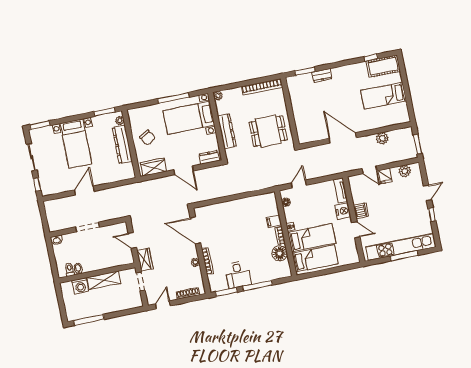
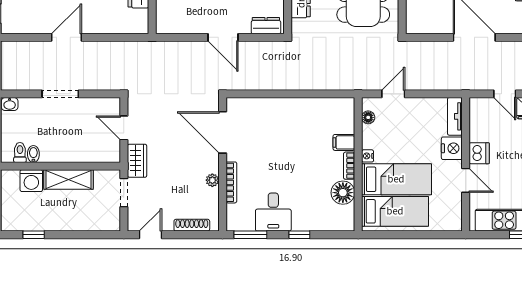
wardrobe: (154, 167) -> (179, 23), removed
window: (257, 286) -> (299, 235), width x0.46
window: (89, 320) -> (34, 235), width x0.46

